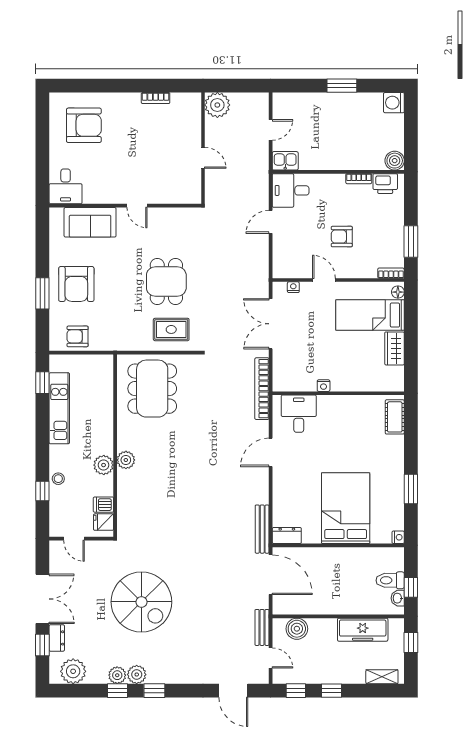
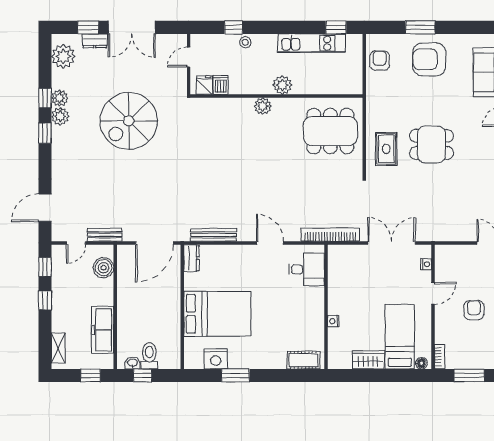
nightstand: (324, 386) -> (333, 321), moved
plant: (104, 465) -> (282, 85), moved
bench: (262, 529) -> (214, 235), moved
nightstand: (398, 537) -> (216, 359), moved, width x1.89, depth x1.79

